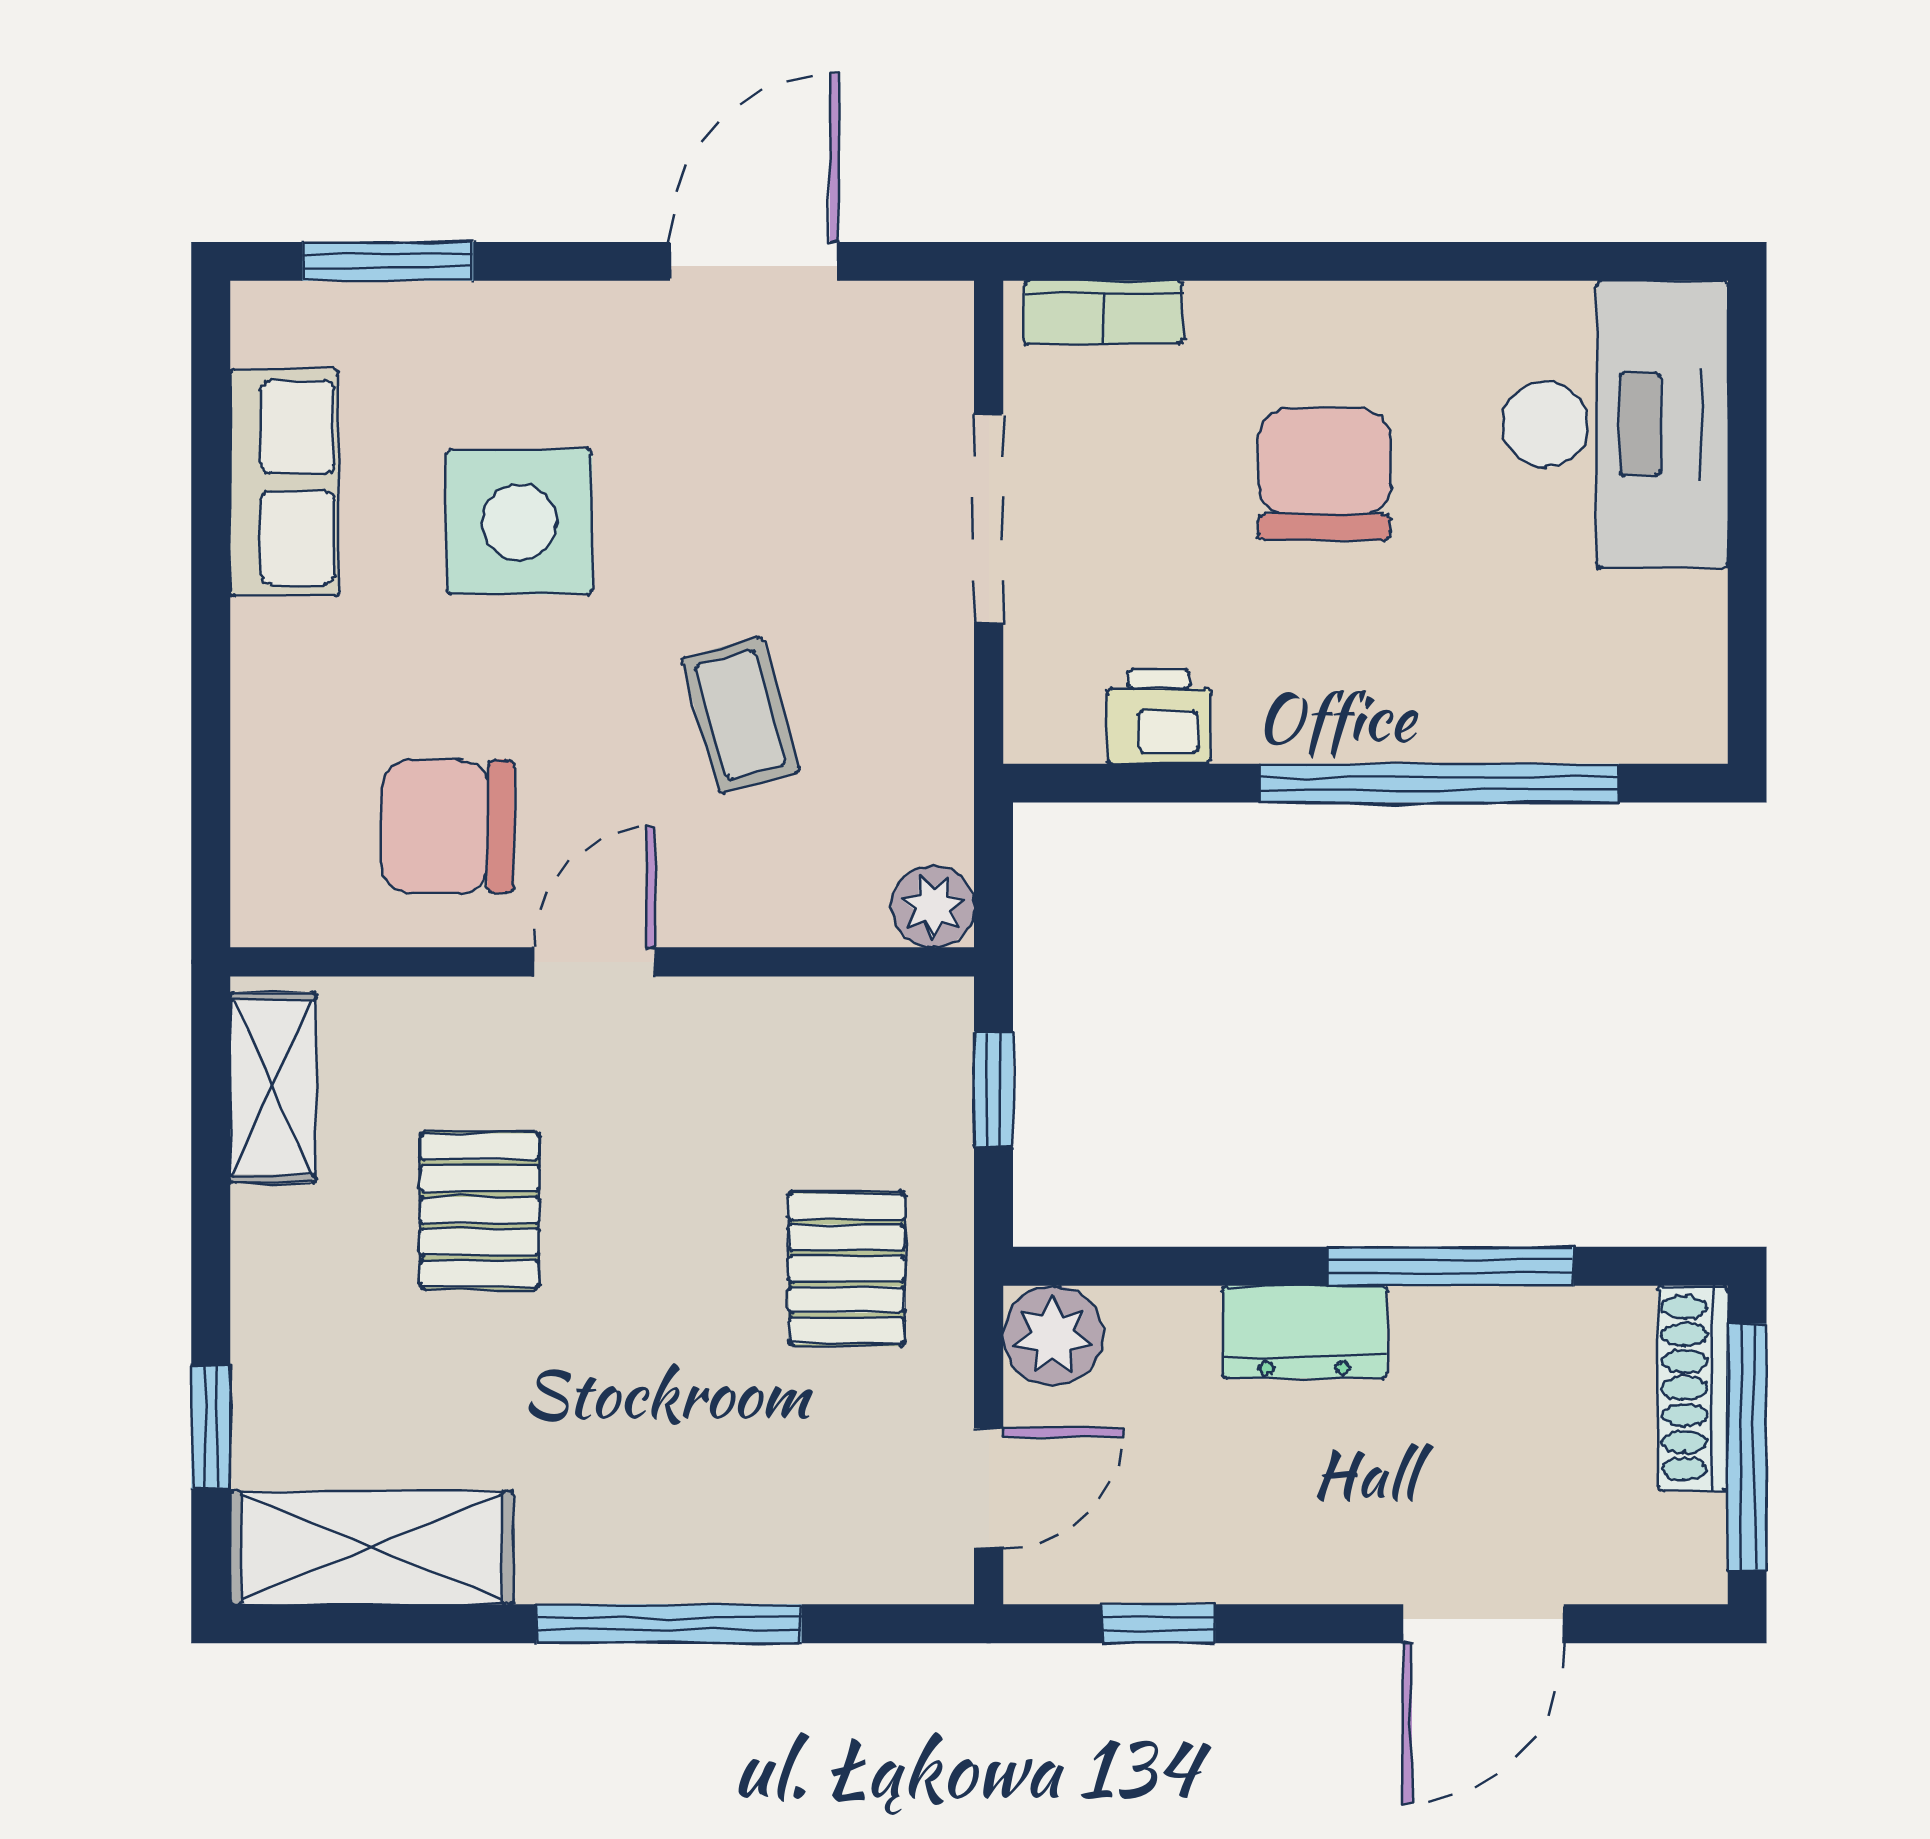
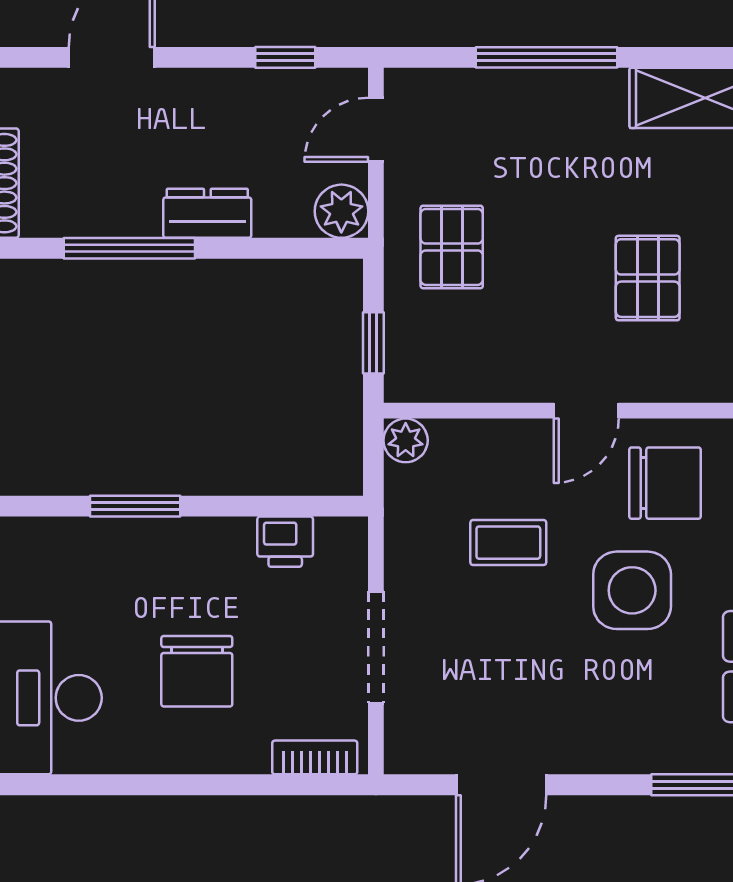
side table: (519, 522) -> (632, 590), moved
coffee table: (741, 715) -> (508, 543), turned -74
window: (1440, 783) -> (135, 506), width x0.47

